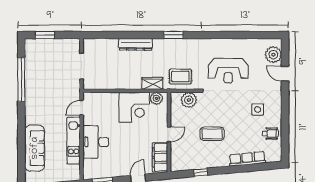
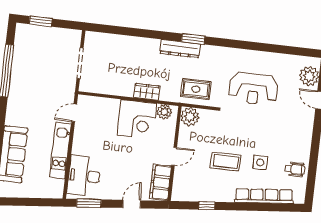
dresser: (136, 44) -> (180, 49), moved
wardrobe: (152, 83) -> (147, 92), moved
plant: (189, 100) -> (190, 117), moved
side table: (258, 109) -> (260, 162), moved
desk: (96, 142) -> (84, 176), moved
row of seats: (247, 159) -> (264, 196), width x1.36

